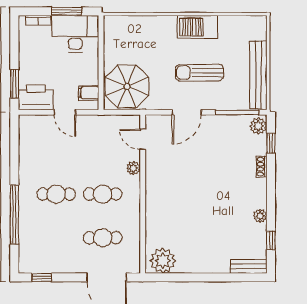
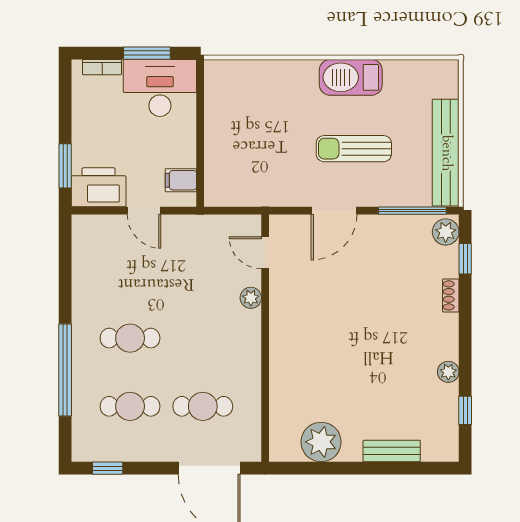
parasol: (127, 87) -> (241, 170), removed
cafe table: (103, 194) -> (130, 406), moved
plant: (163, 261) -> (321, 442), moved
bench: (249, 266) -> (392, 451), moved

